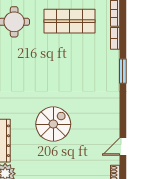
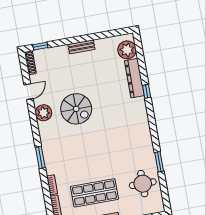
plant: (110, 120) -> (43, 113), added
spiral stairs: (53, 124) -> (76, 109), moved, turned -90

